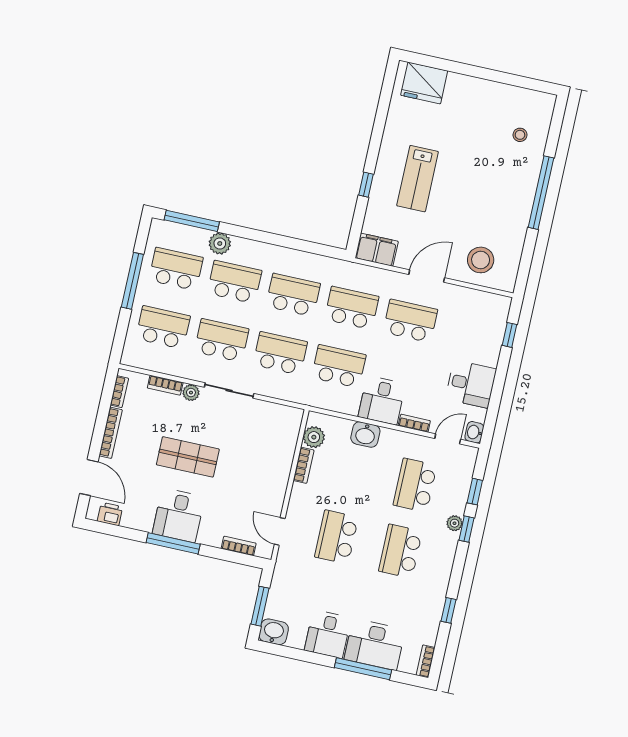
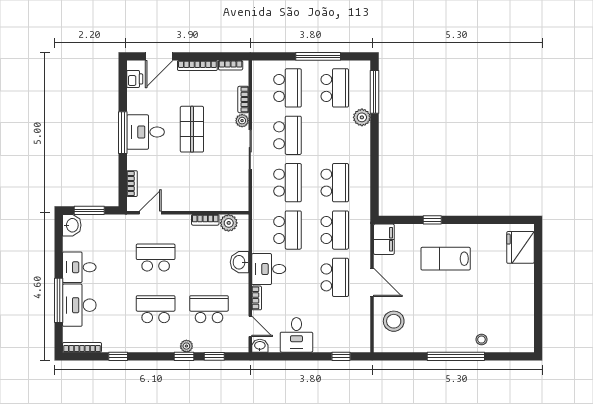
stool: (520, 135) -> (481, 340), moved
school desk: (235, 282) -> (335, 135), removed
bookcase: (426, 661) -> (82, 347), width x1.56

